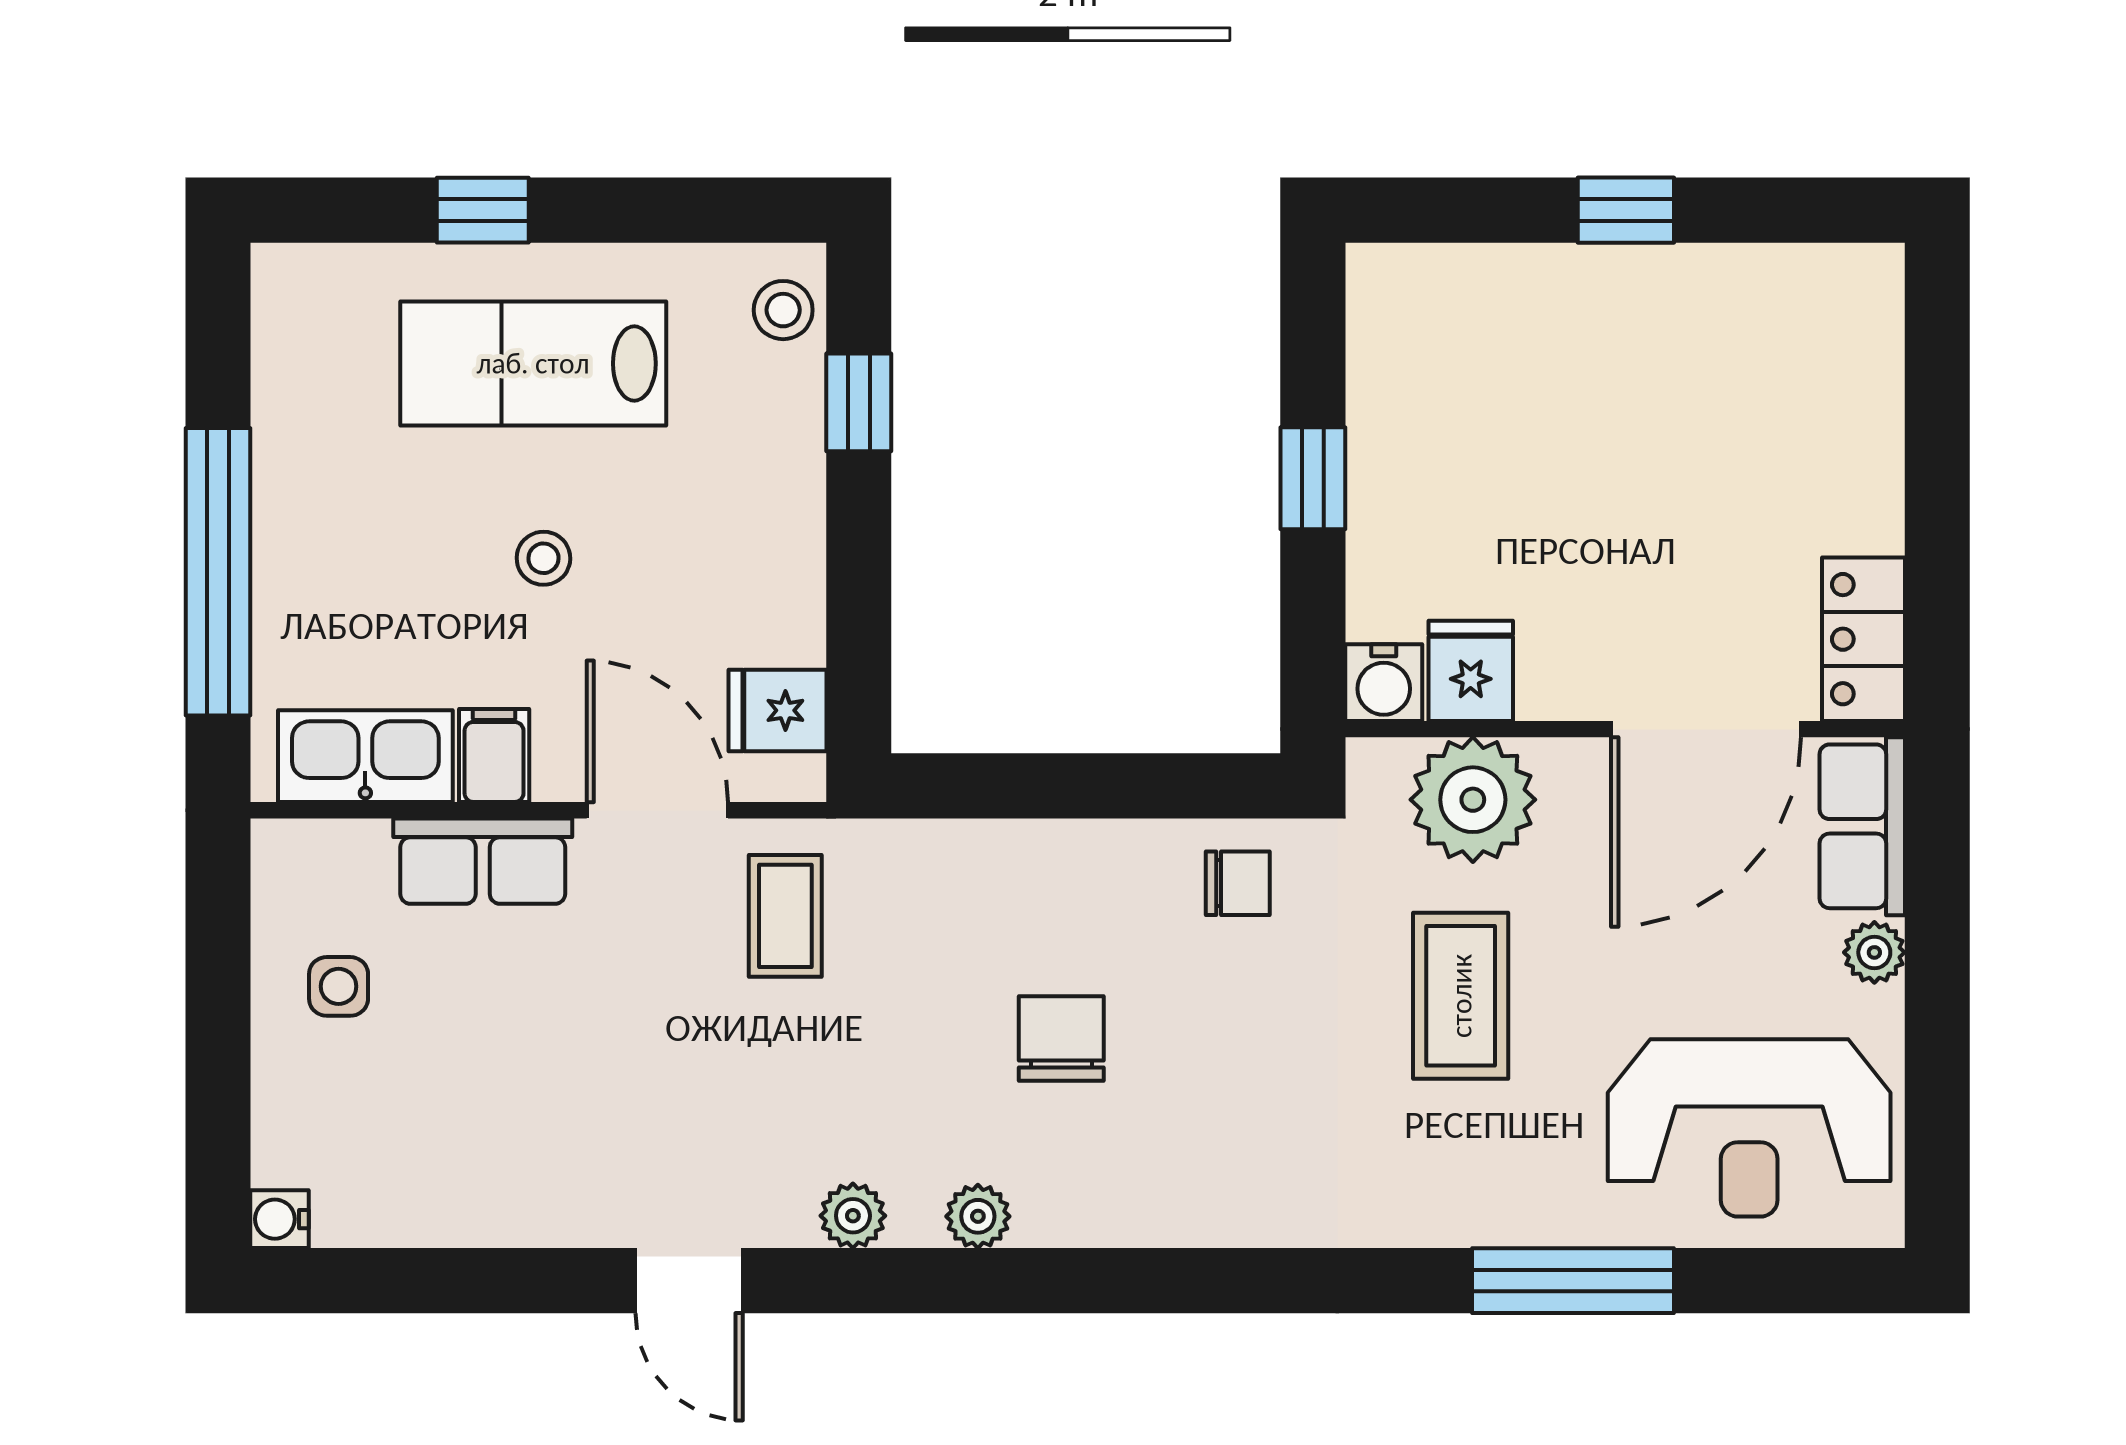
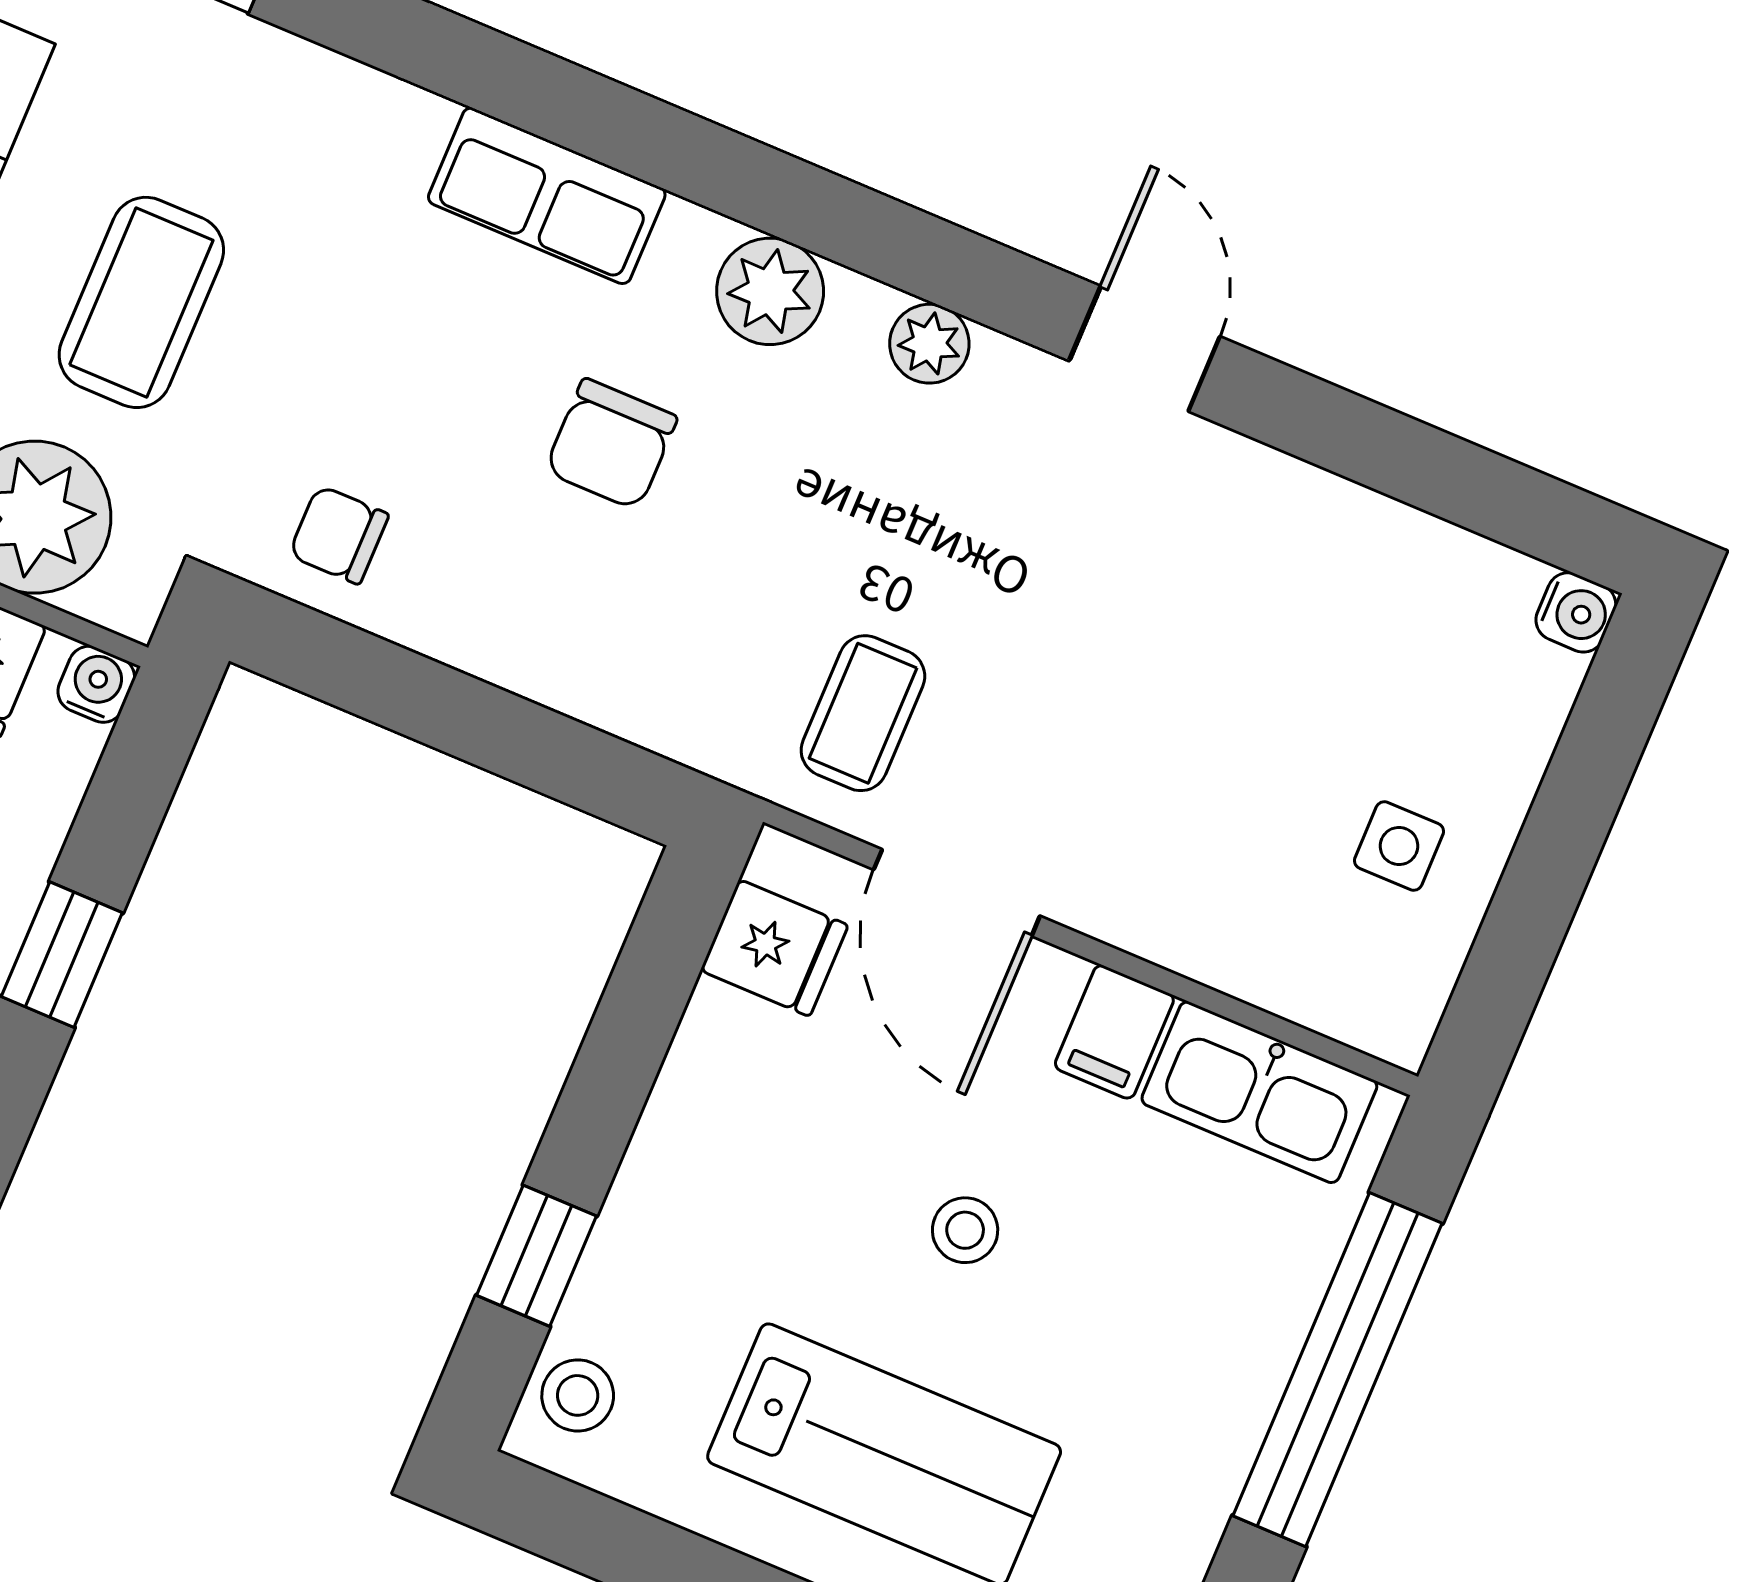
water cooler: (1384, 683) -> (96, 684), width x0.72, depth x0.72
row of seats: (483, 861) -> (547, 196), moved, turned 180
plant: (978, 1216) -> (770, 291), width x1.38, depth x1.38

